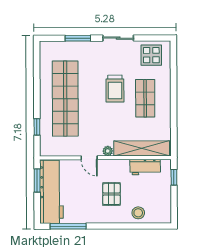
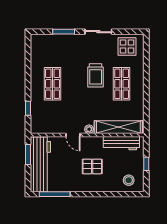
shop shelf: (65, 99) -> (53, 84), width x0.50, depth x0.74
workbench: (145, 167) -> (121, 143), width x1.38
window: (174, 177) -> (146, 164), moved
pallet: (111, 194) -> (92, 166), turned 90
stool: (138, 213) -> (129, 180), moved

